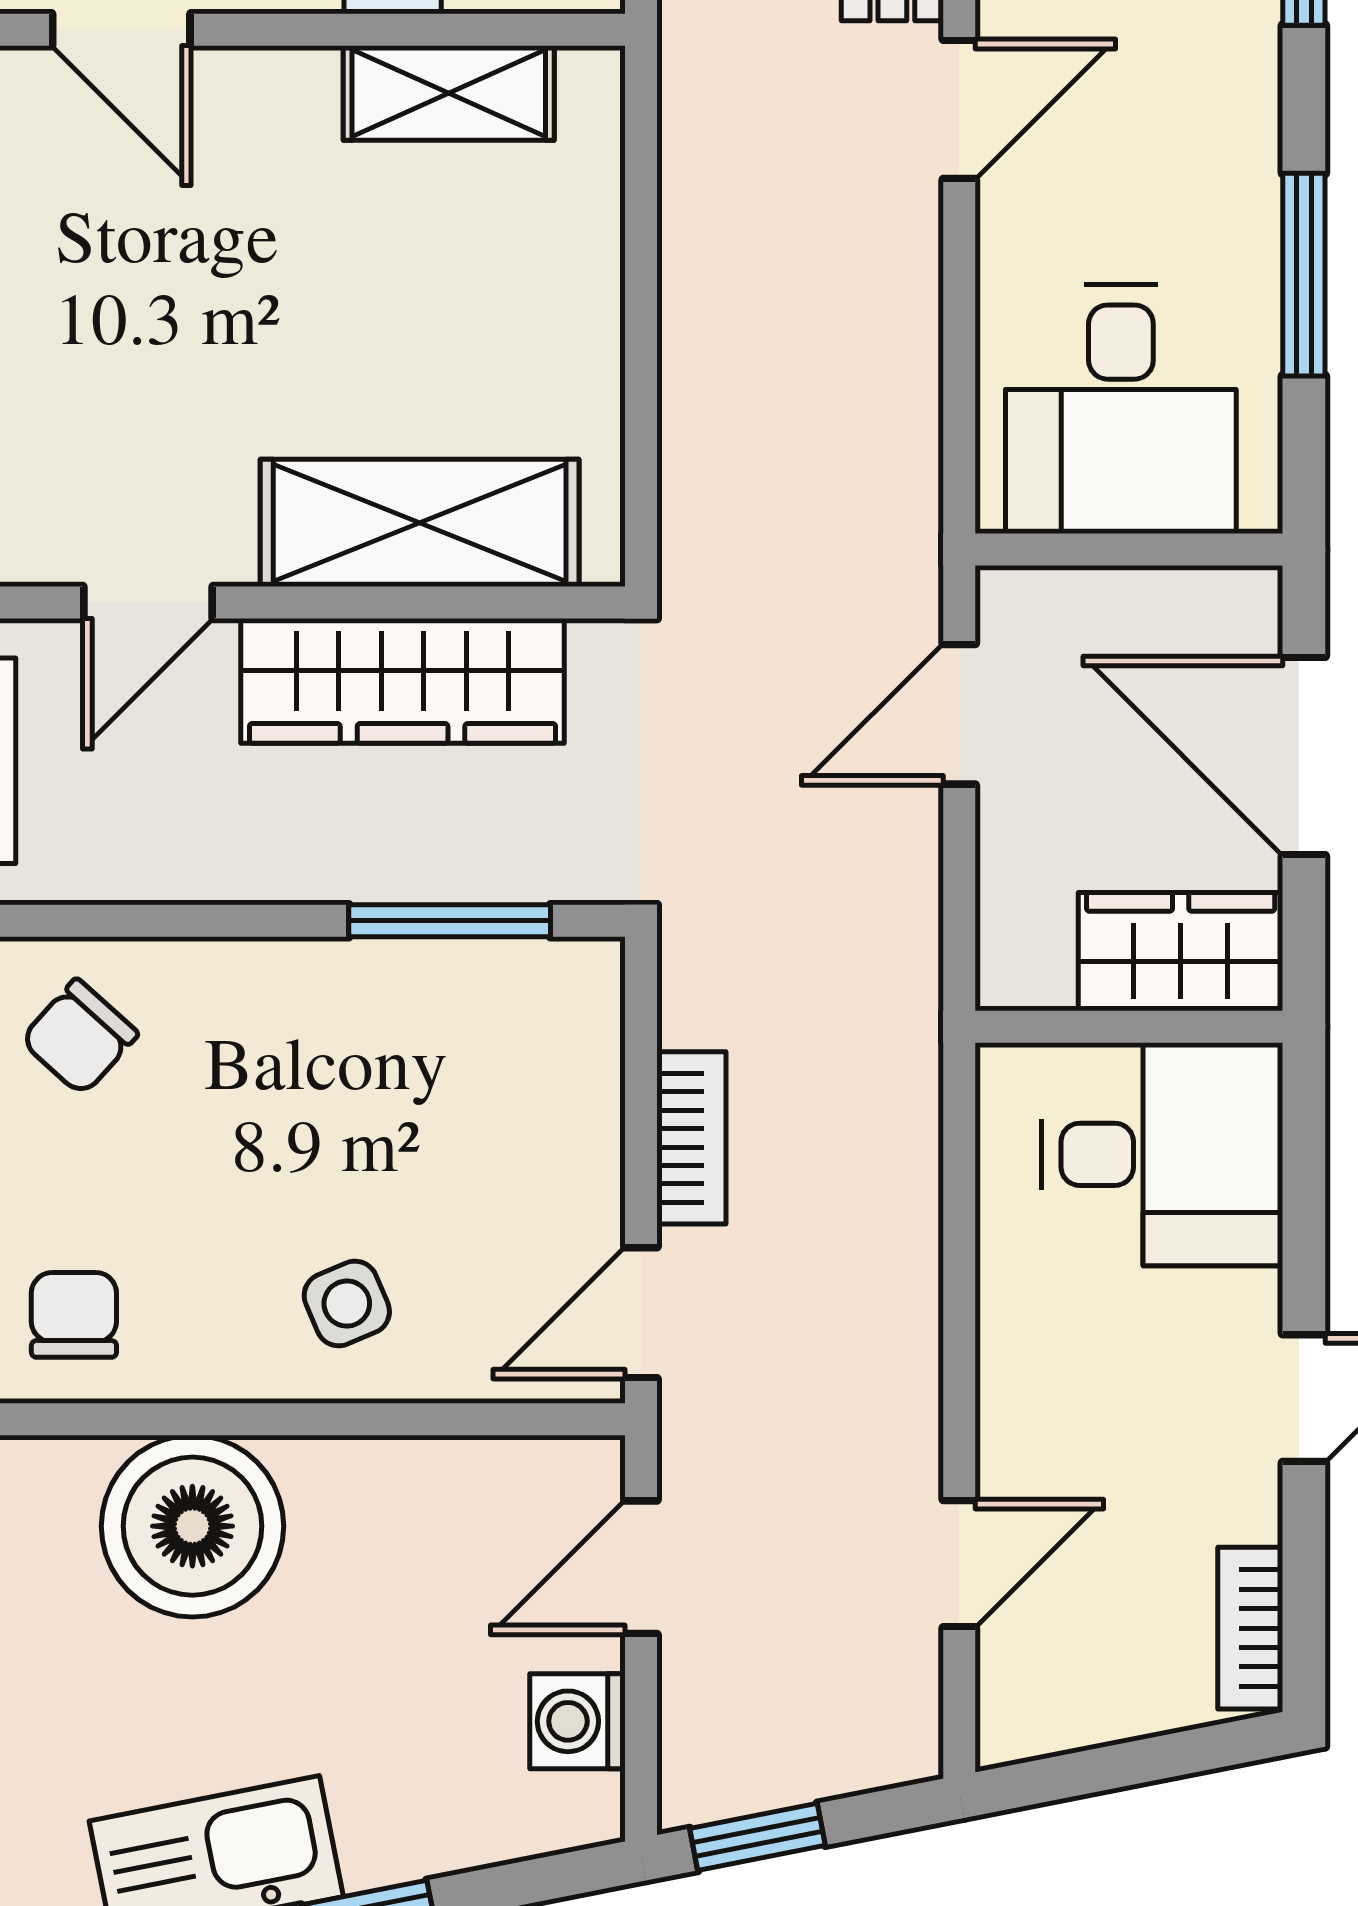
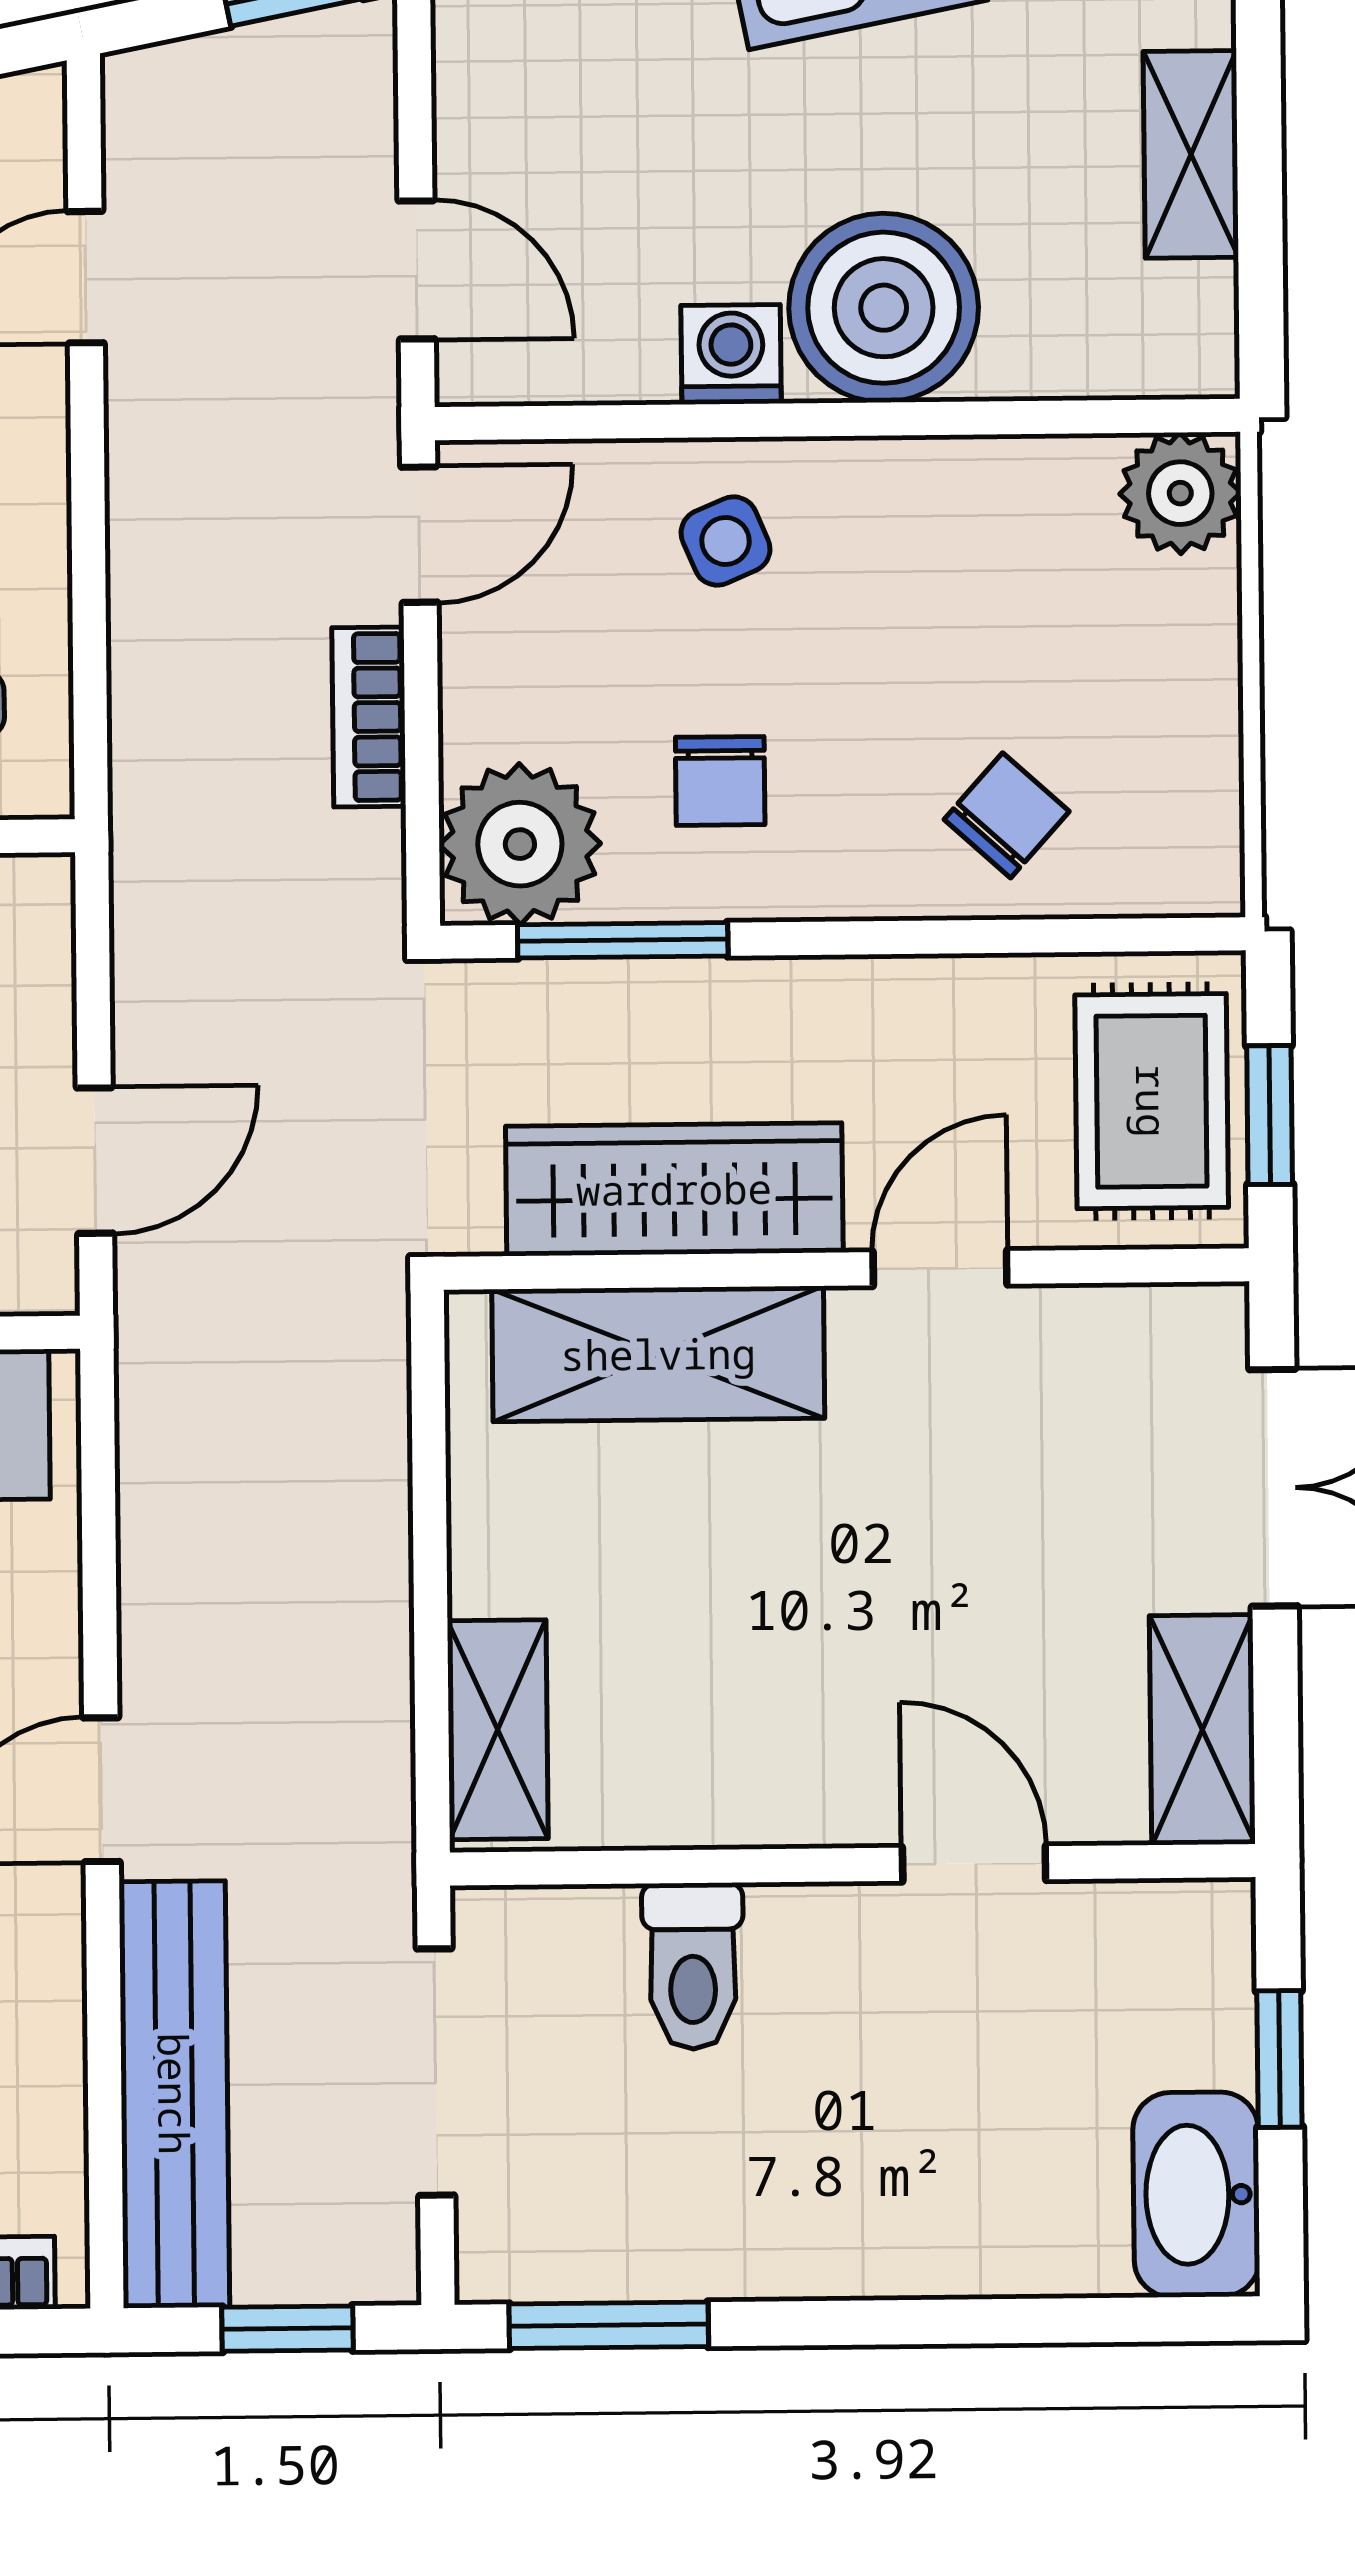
shelving: (449, 93) -> (498, 1730), moved, turned 90
plant: (547, 1014) -> (520, 844), added
chair: (74, 1315) -> (720, 781), moved
door: (641, 1567) -> (417, 270), hinge flipped
washing machine: (577, 1721) -> (731, 354), moved, turned -90

